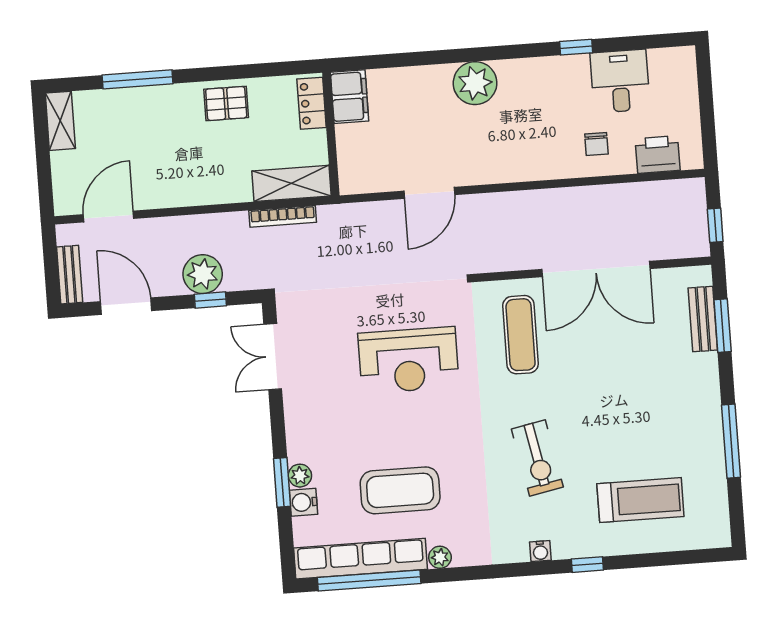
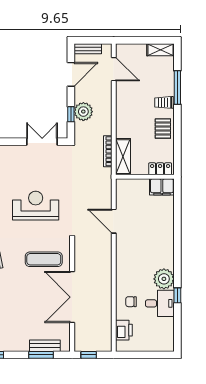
desk: (620, 81) -> (160, 303), moved
plant: (475, 83) -> (164, 279), moved
trolley: (171, 105) -> (164, 102), added
reception desk: (409, 360) -> (36, 206), turned 90

